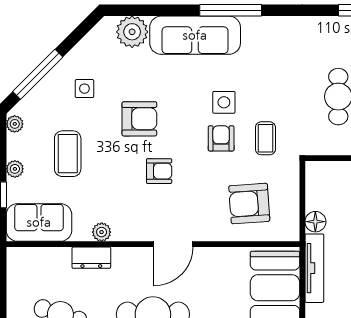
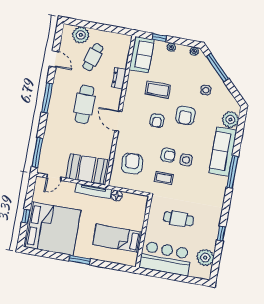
coffee table: (68, 154) -> (158, 90), moved
plant: (102, 232) -> (131, 86), removed

